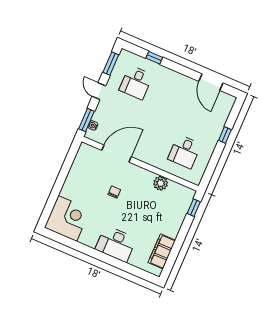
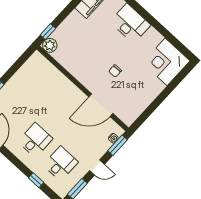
door: (99, 91) -> (97, 167), hinge flipped
desk: (184, 152) -> (35, 140), moved
plant: (161, 183) -> (50, 45), moved

